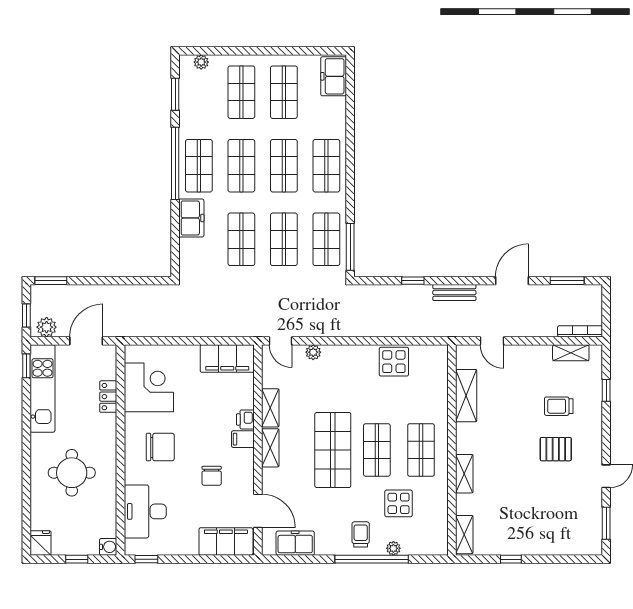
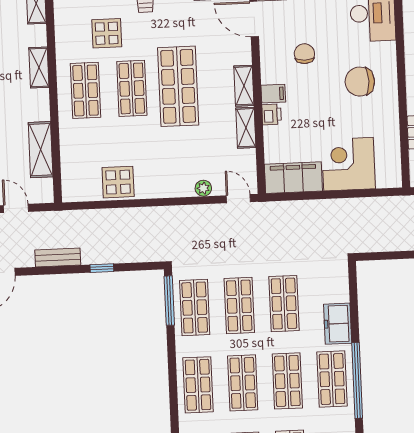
corner desk: (149, 387) -> (349, 164), moved, turned 90

